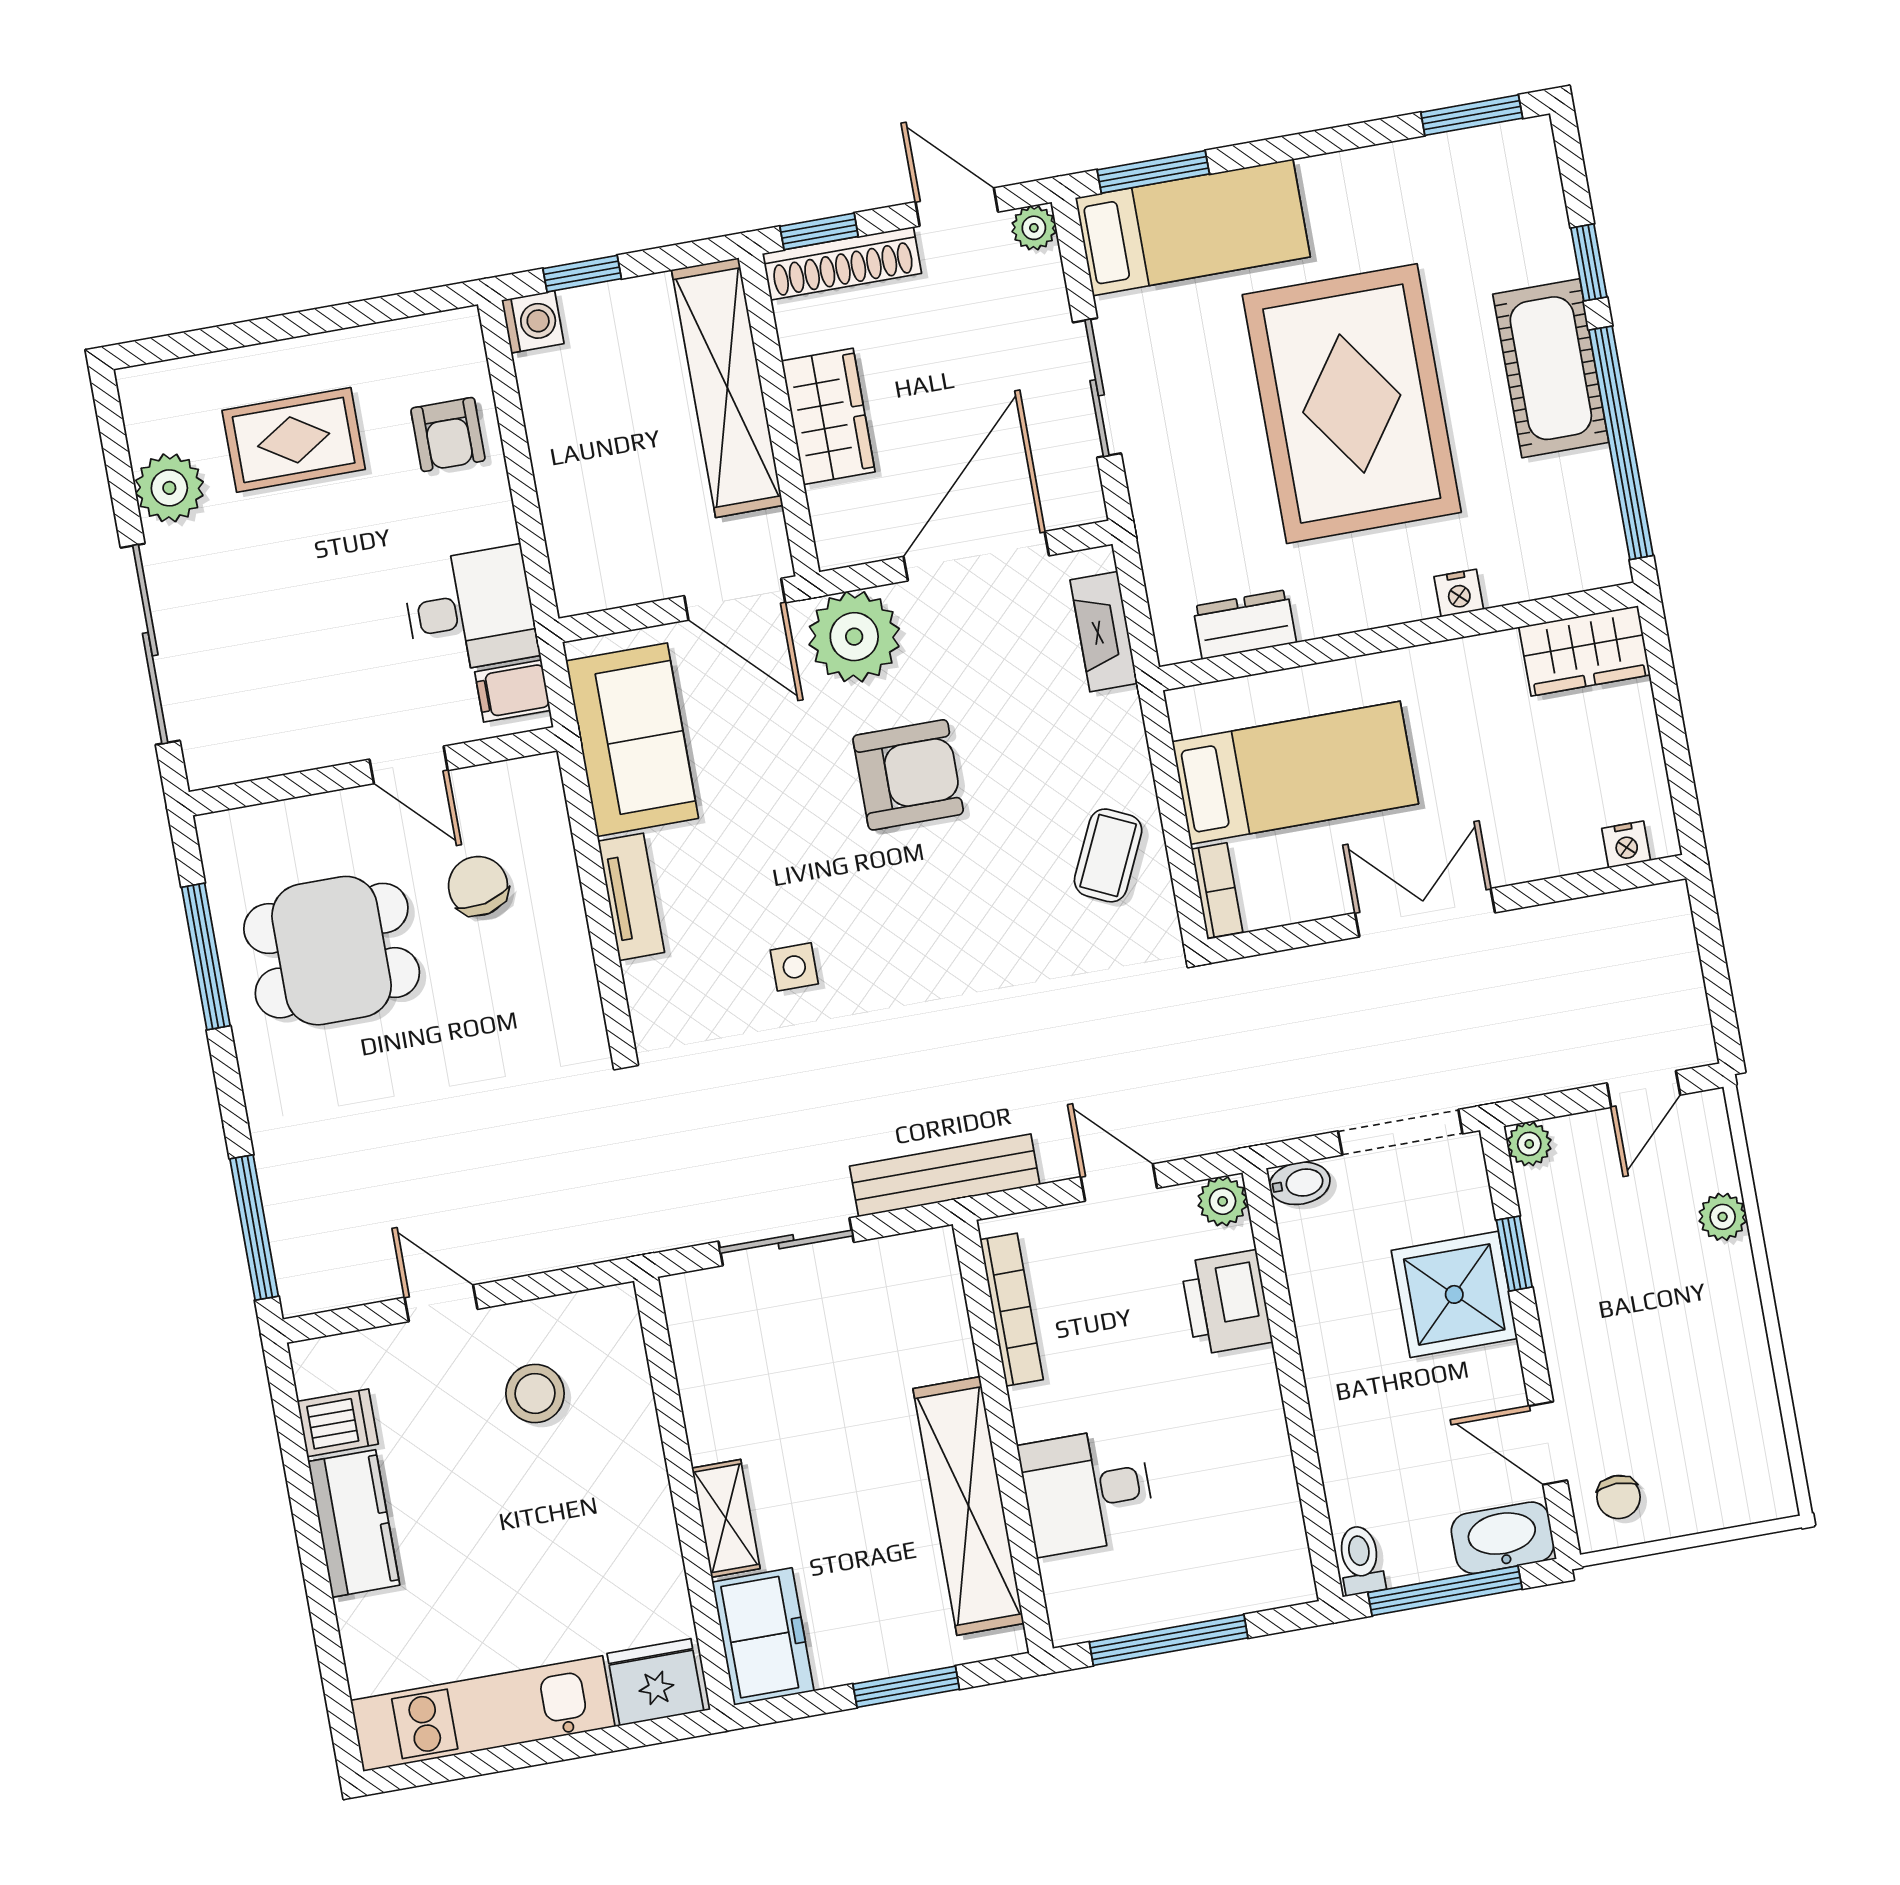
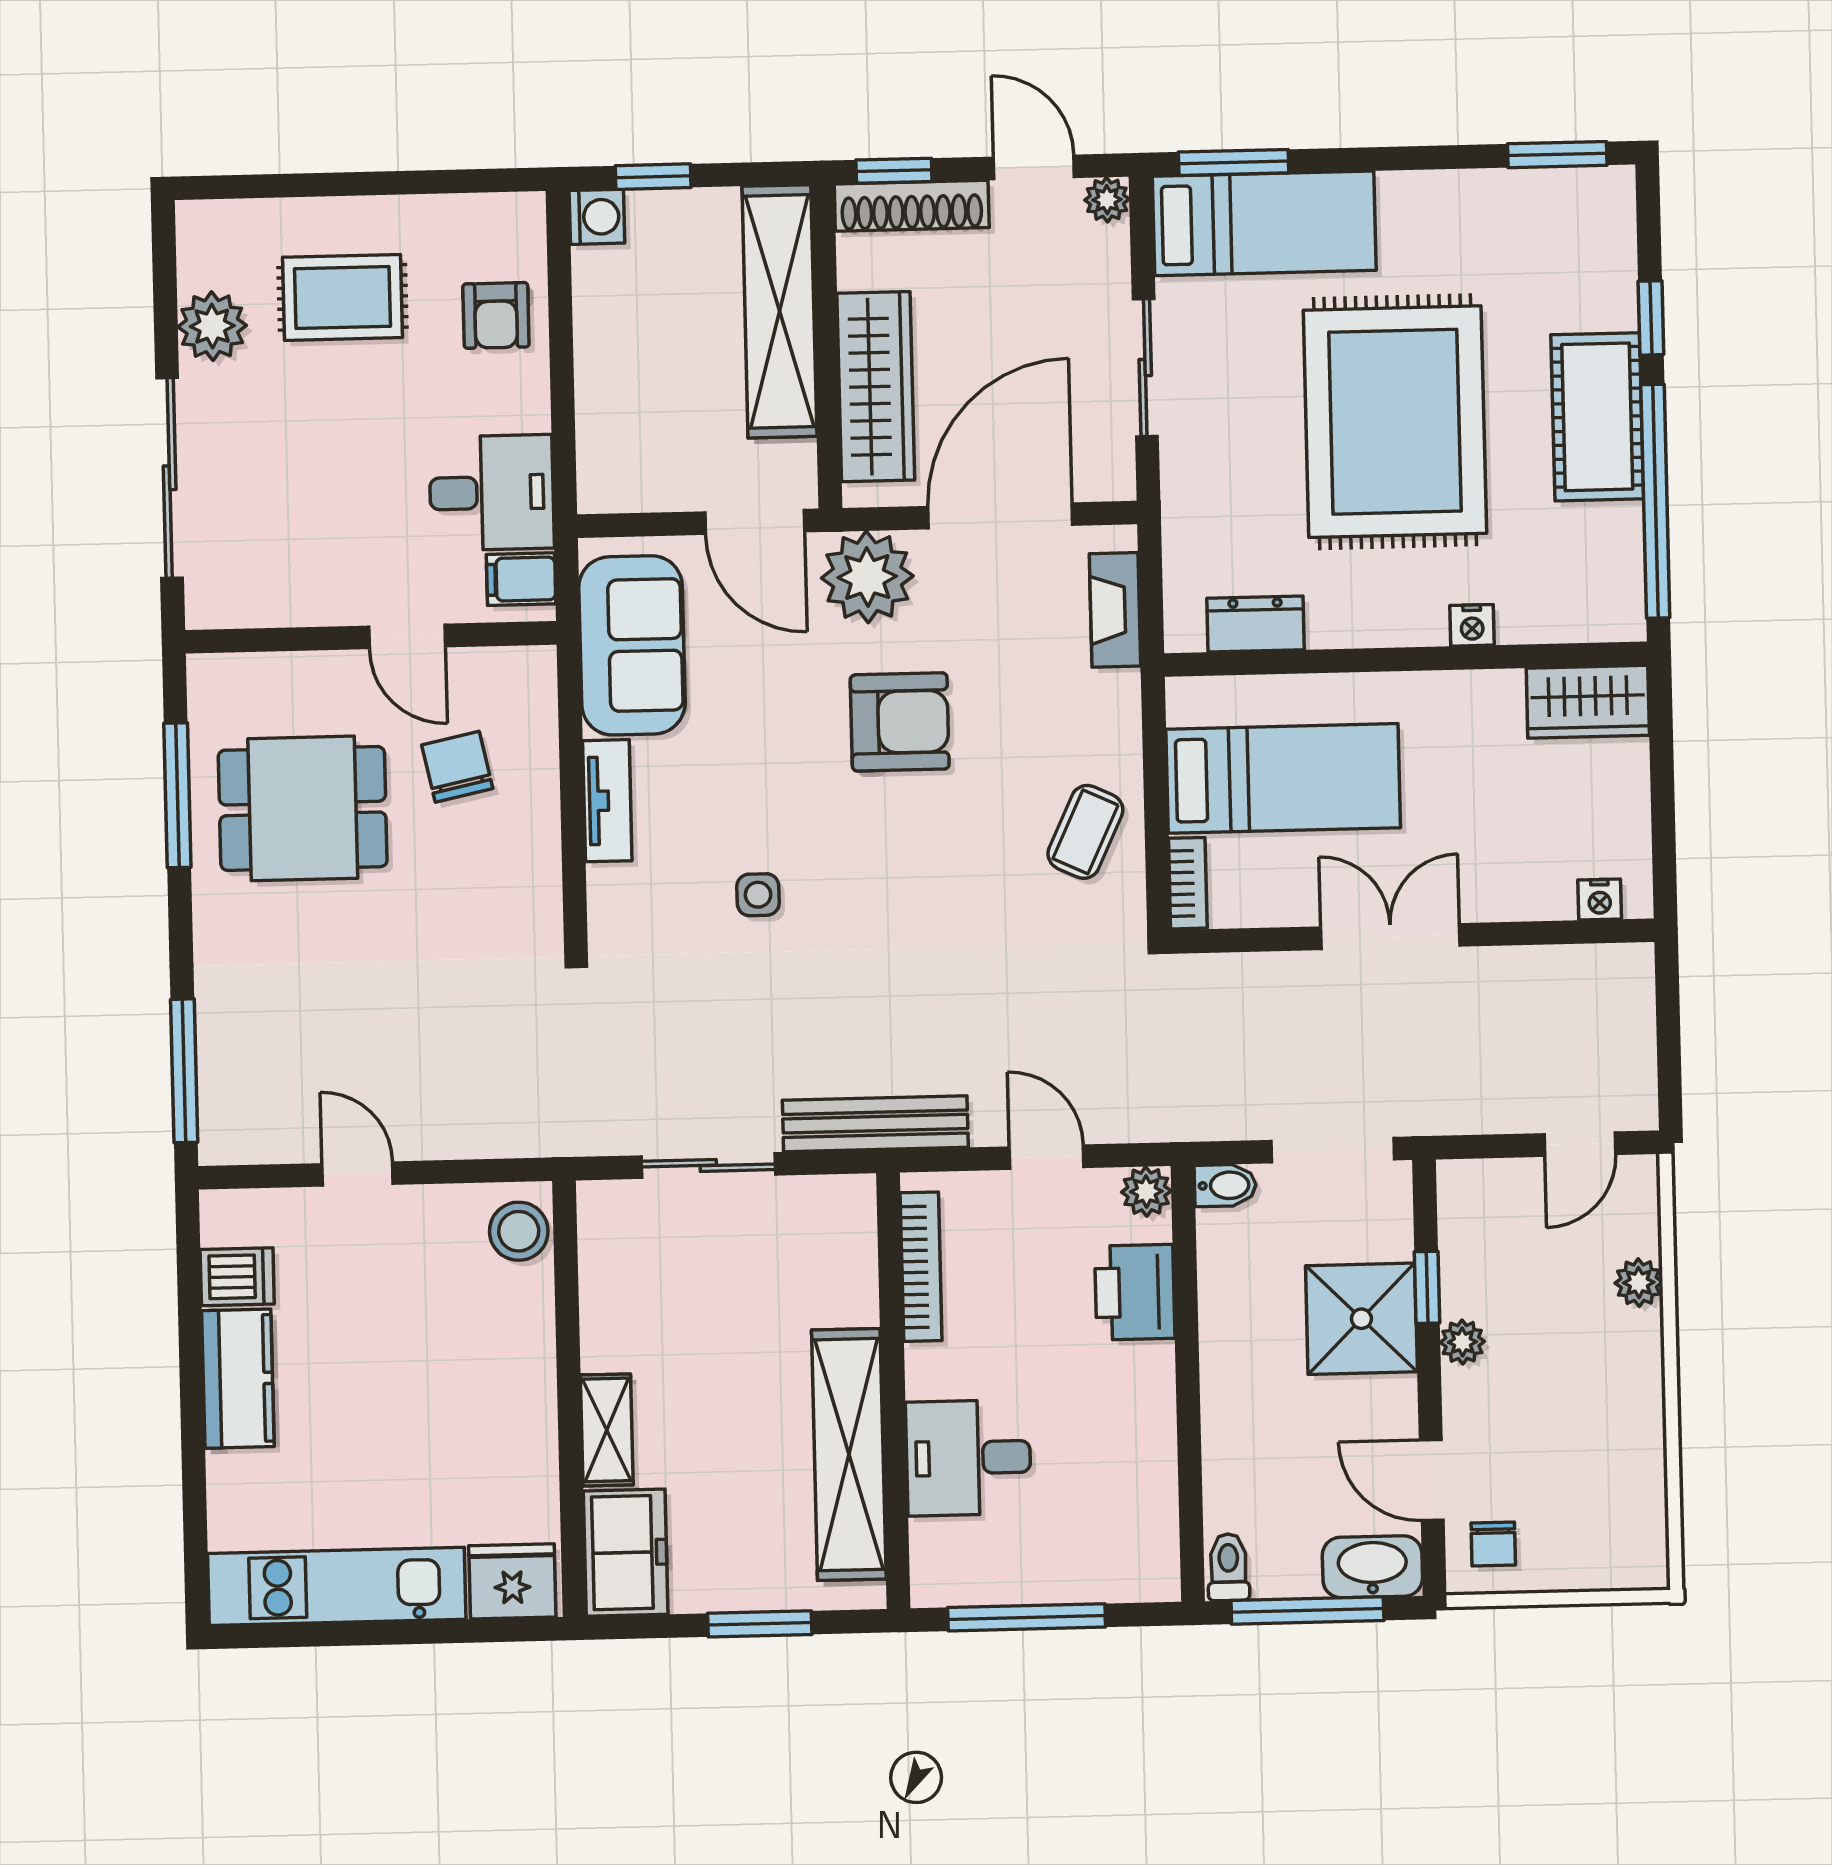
wardrobe: (828, 416) -> (876, 387), width x1.50
plant: (1529, 1144) -> (1462, 1342), moved
stool: (535, 1393) -> (519, 1231), moved

